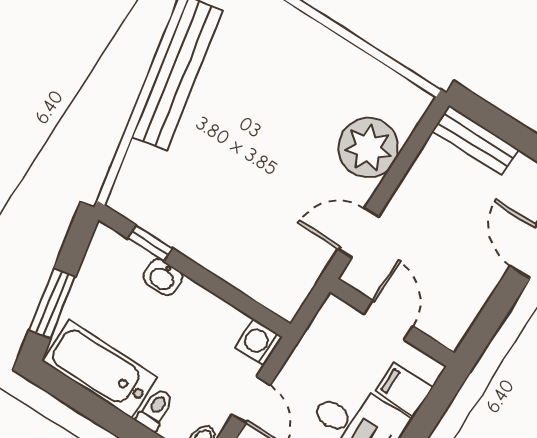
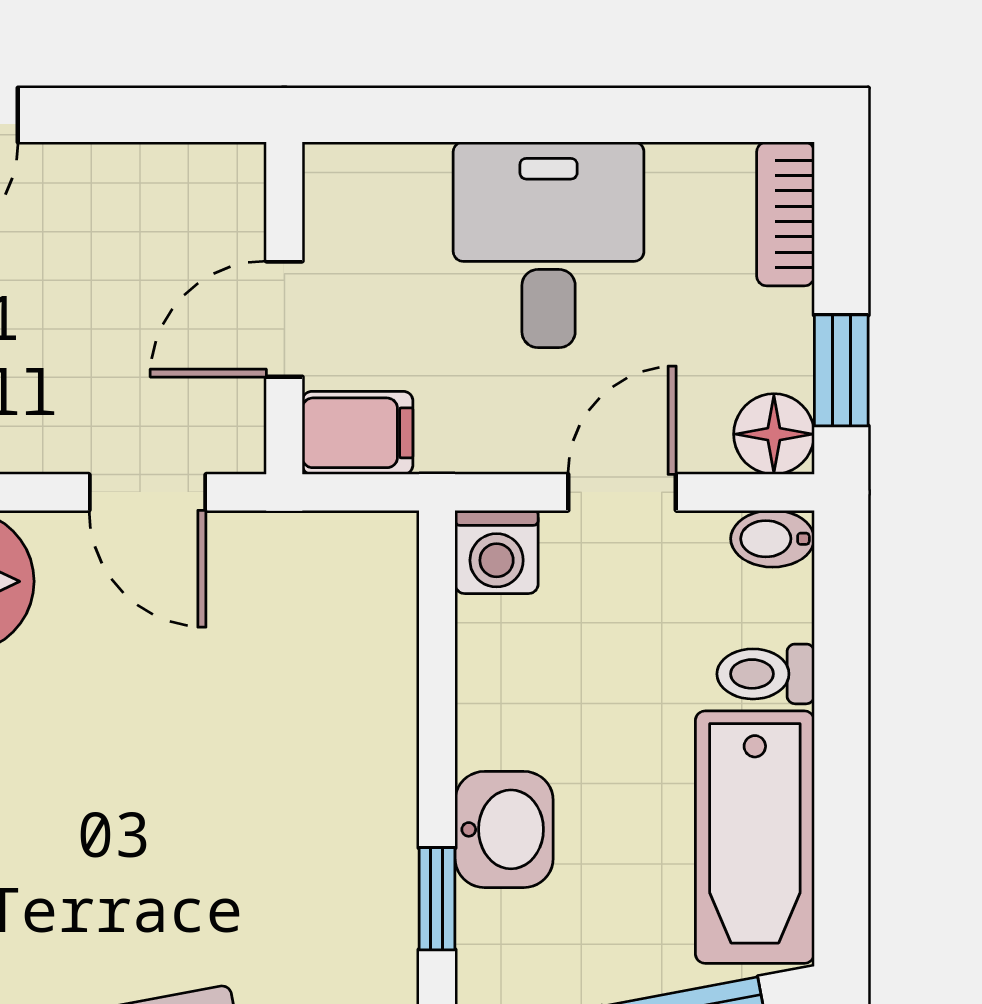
washbasin: (163, 277) -> (504, 829), width x1.38, depth x1.45
filing cabinet: (404, 390) -> (358, 433), moved, turned -90

